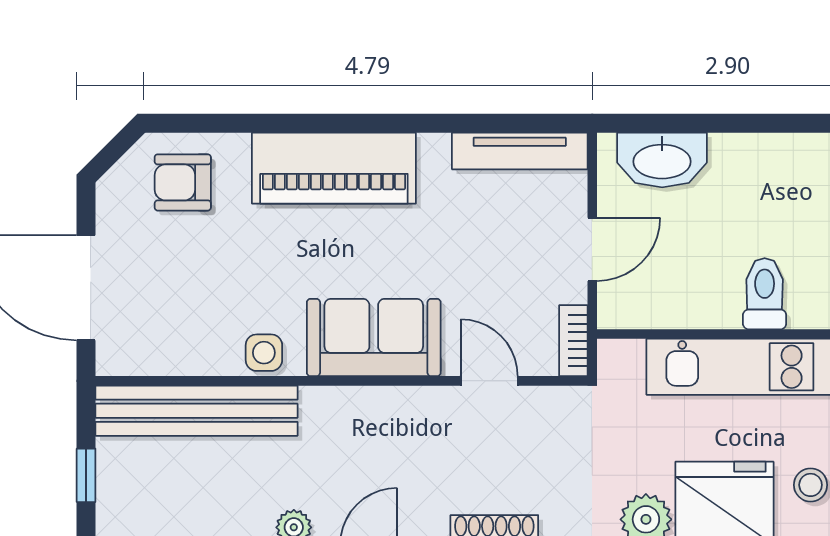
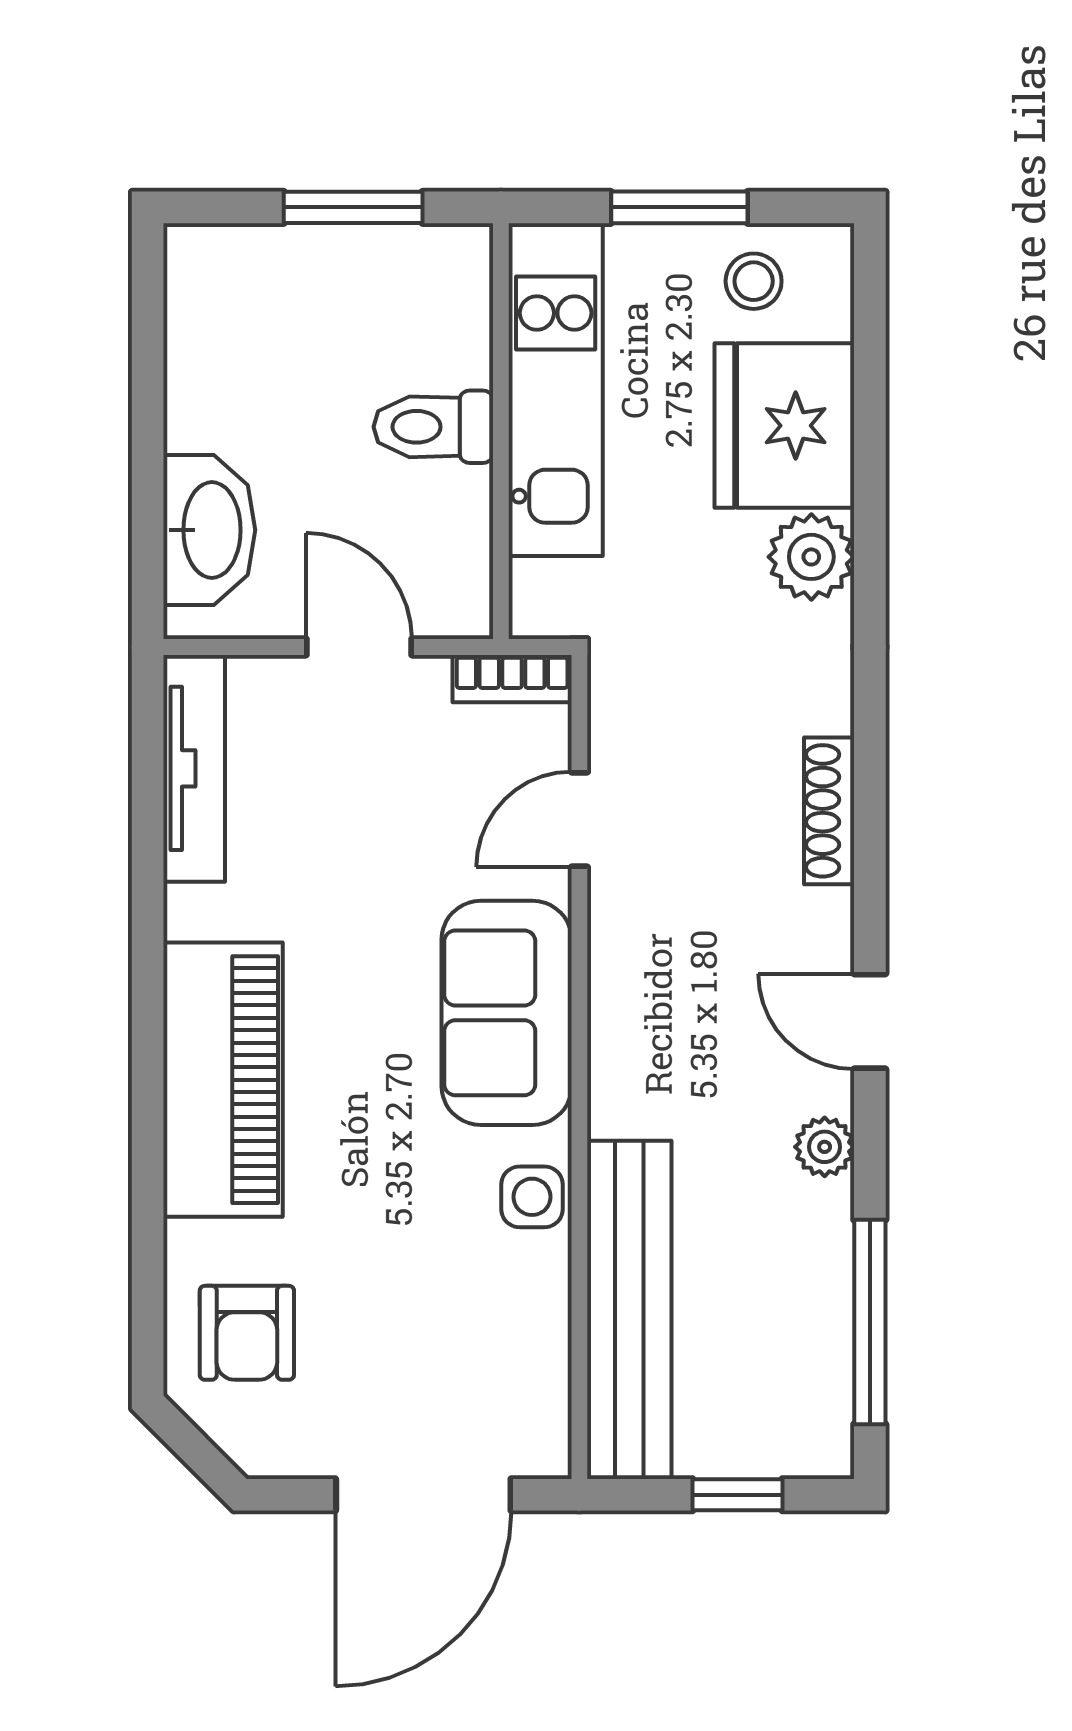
toilet: (765, 294) -> (433, 427), moved

